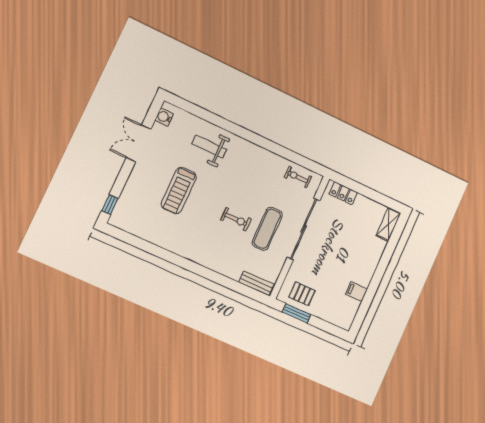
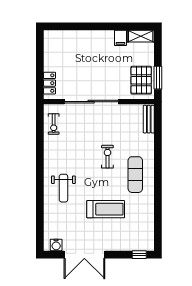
double door: (139, 143) -> (84, 255), width x1.37
weight bench: (209, 147) -> (63, 188), moved
shelving: (388, 224) -> (141, 36), moved
exercise mat: (267, 229) -> (135, 175), moved, turned 90
pallet: (302, 294) -> (141, 80), width x1.50, depth x1.42

